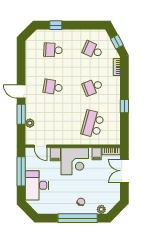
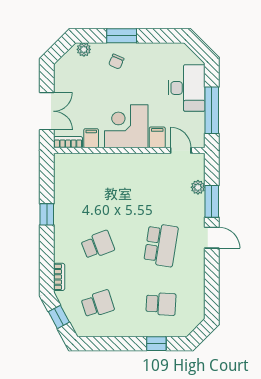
school desk: (93, 50) -> (98, 304), turned -42
school desk: (53, 87) -> (161, 245), width x1.85
school desk: (93, 124) -> (98, 186), removed
window: (78, 218) -> (122, 36), width x0.47

